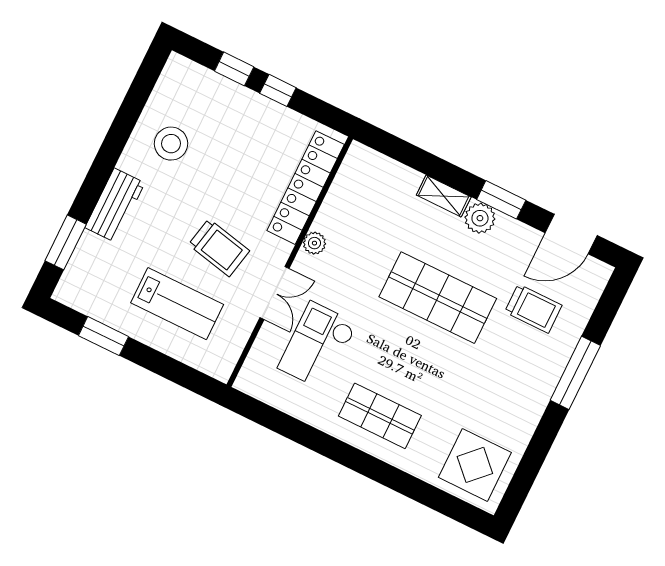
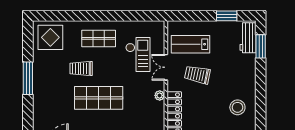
workbench: (115, 205) -> (248, 38), moved
lab bench: (177, 304) -> (190, 44), moved
trolley: (533, 309) -> (81, 69), moved
window: (575, 373) -> (28, 78), moved

